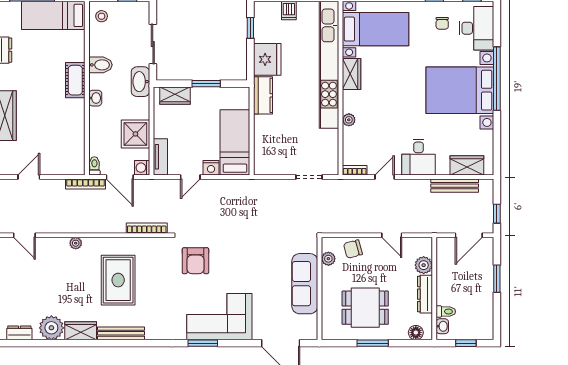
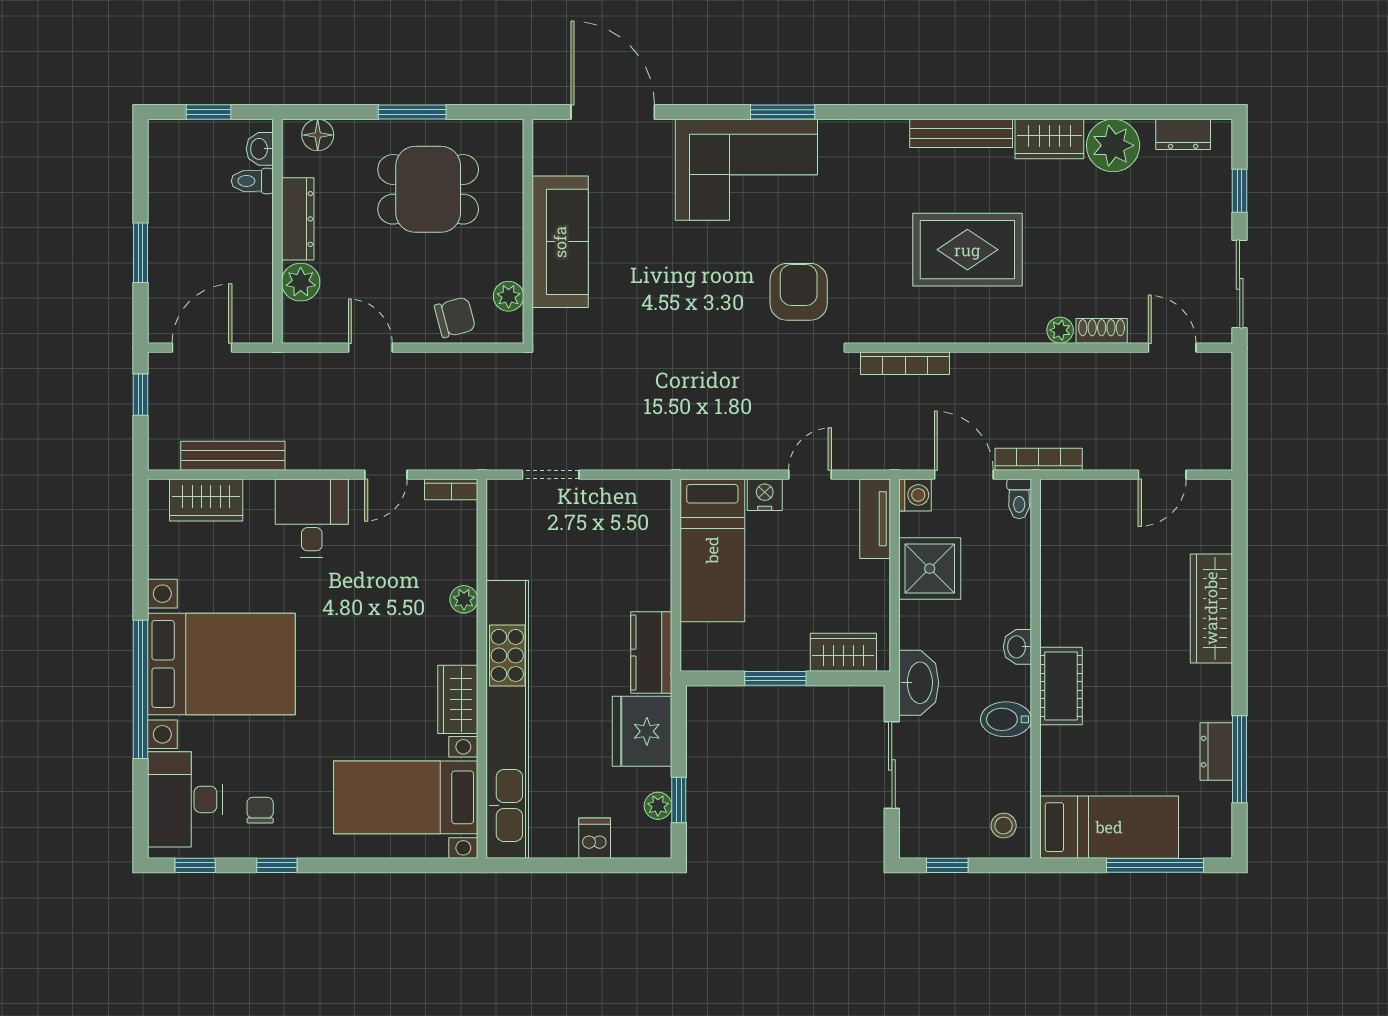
plant: (260, 25) -> (658, 806), added
shoe rack: (57, 243) -> (1102, 331), added
rug: (118, 280) -> (967, 250), turned 90

